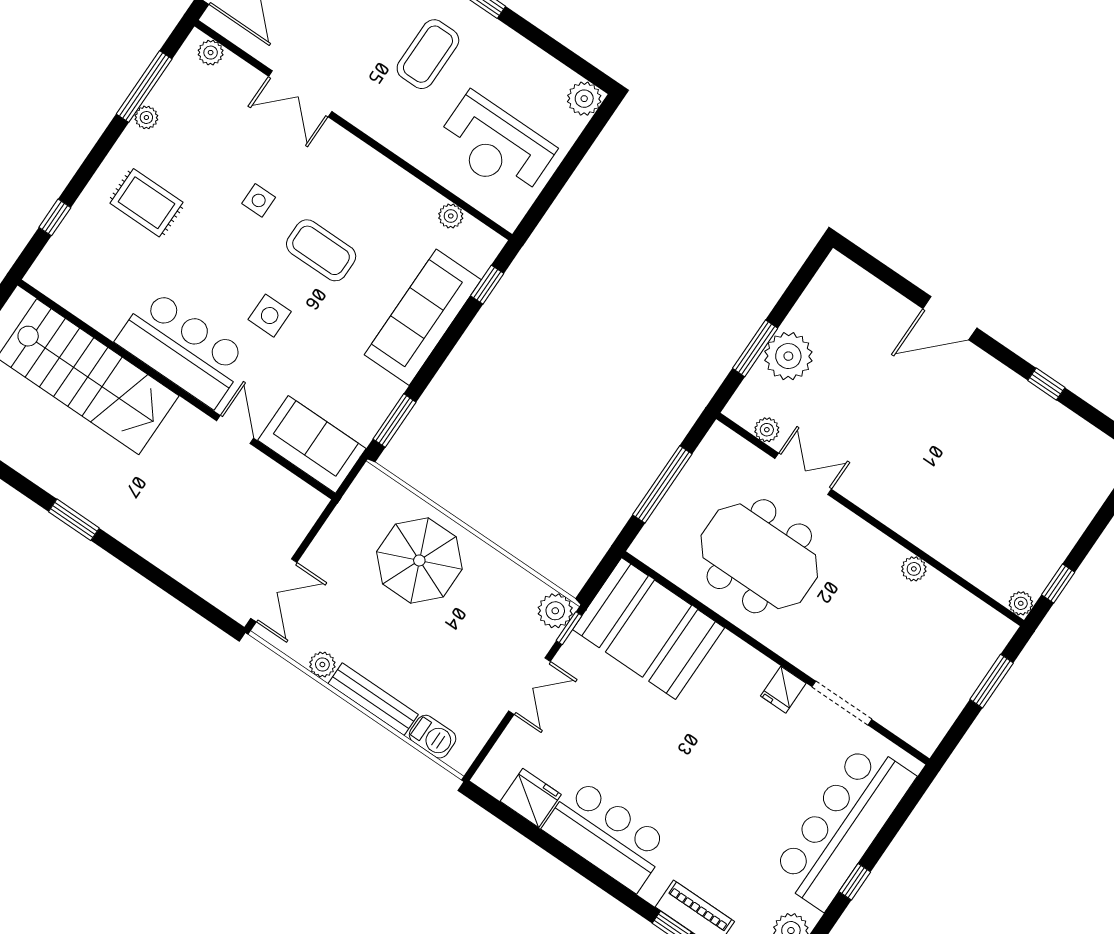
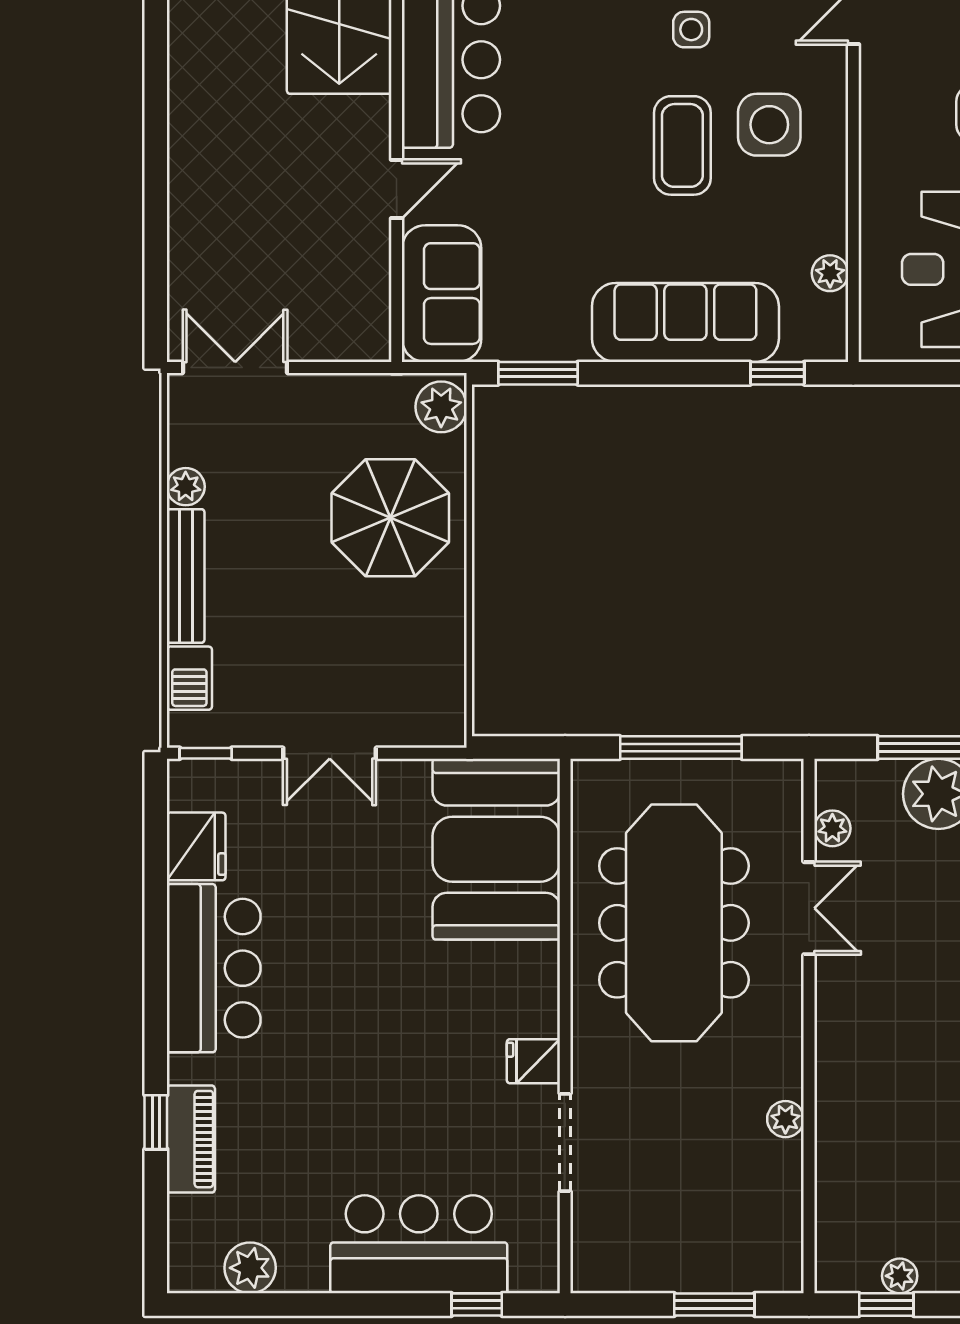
side table: (270, 316) -> (769, 125), moved, width x1.37, depth x1.37
window: (74, 520) -> (156, 69), removed
meeting table: (759, 556) -> (674, 923), width x1.36
double door: (274, 590) -> (235, 367), swing flipped
plant: (1021, 603) -> (900, 1276), moved
plant: (555, 611) -> (441, 407), moved
window: (569, 628) -> (206, 753), moved
bar counter: (843, 826) -> (419, 1244), width x0.73
window: (855, 882) -> (477, 1304), moved

